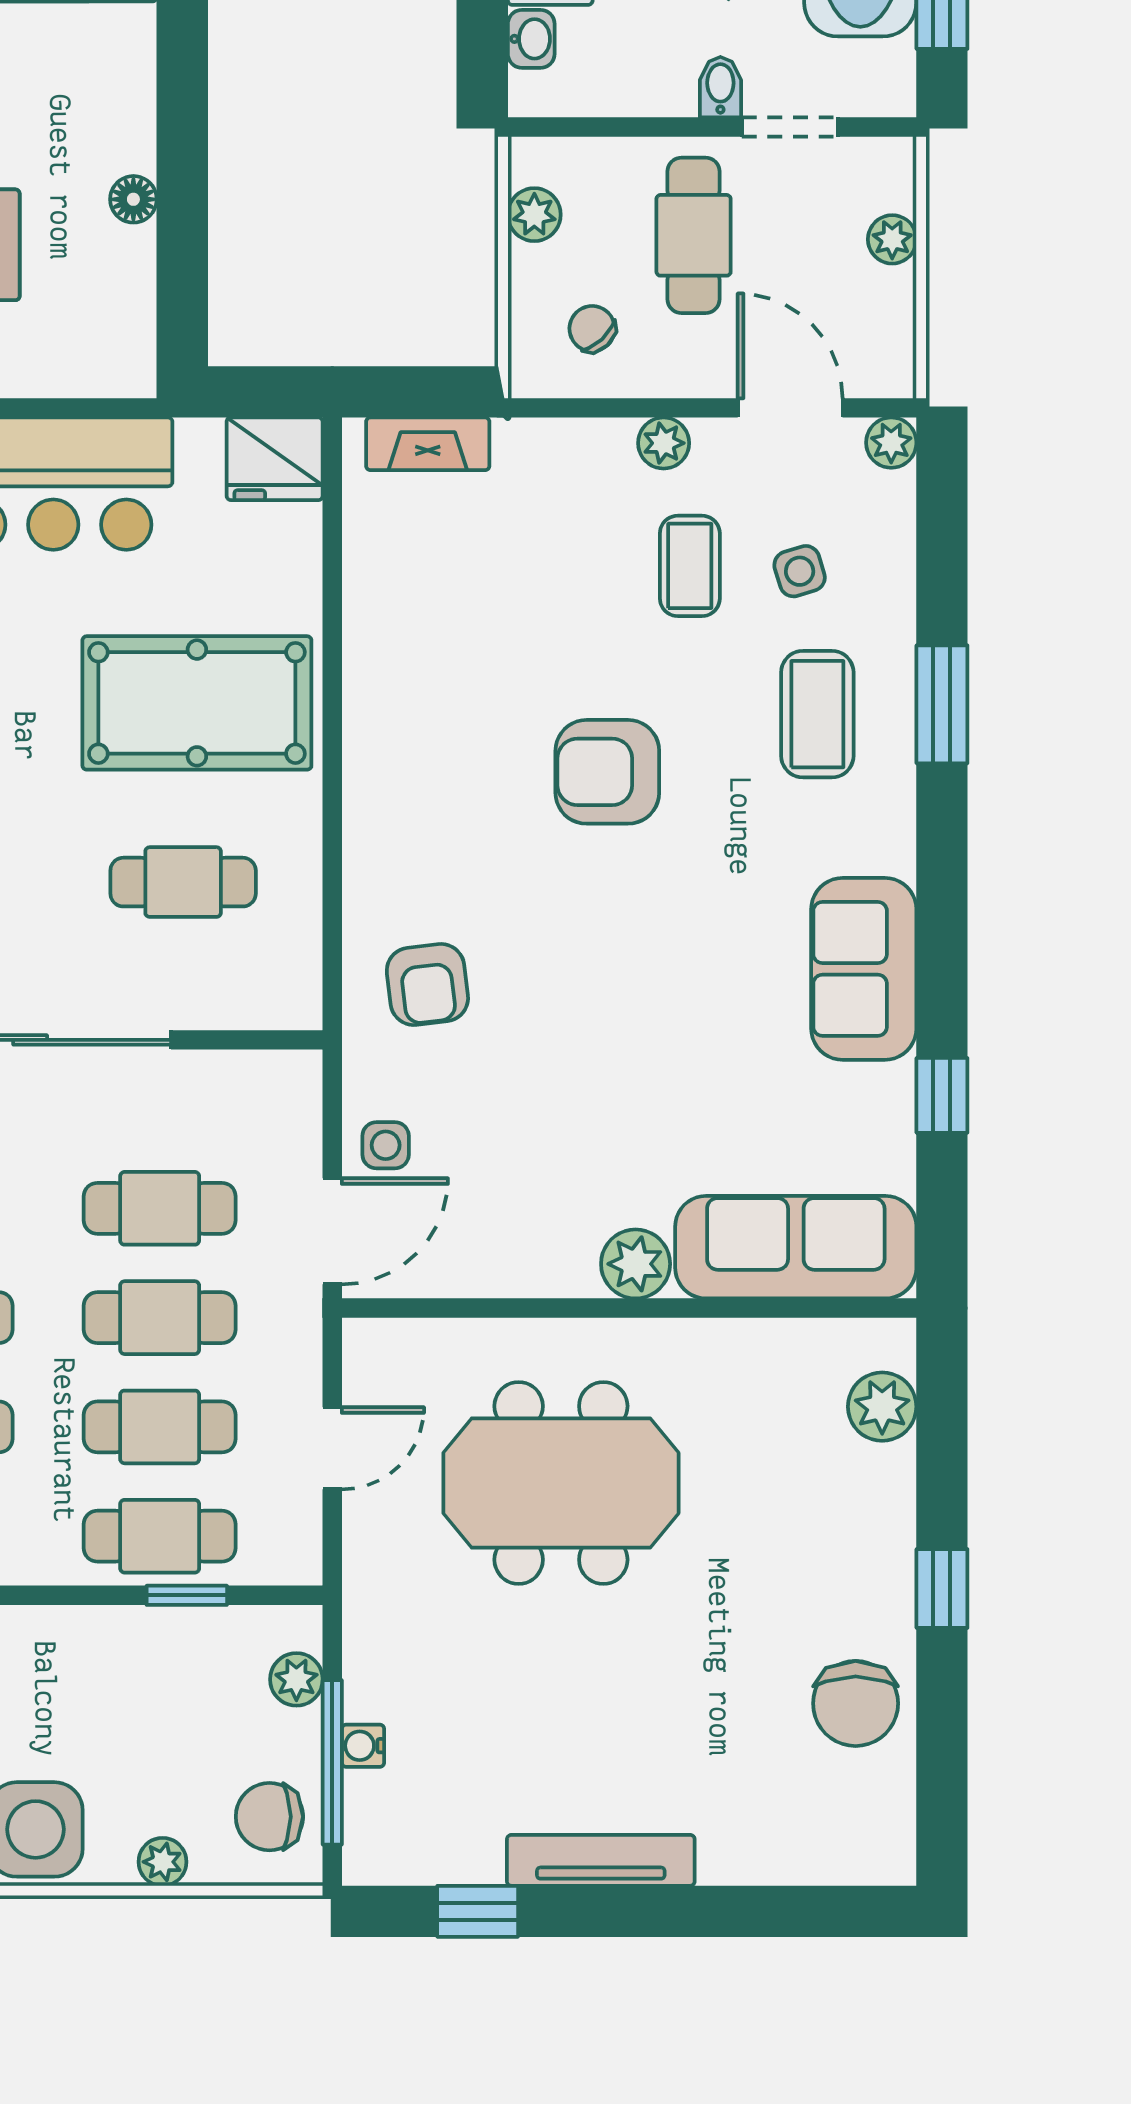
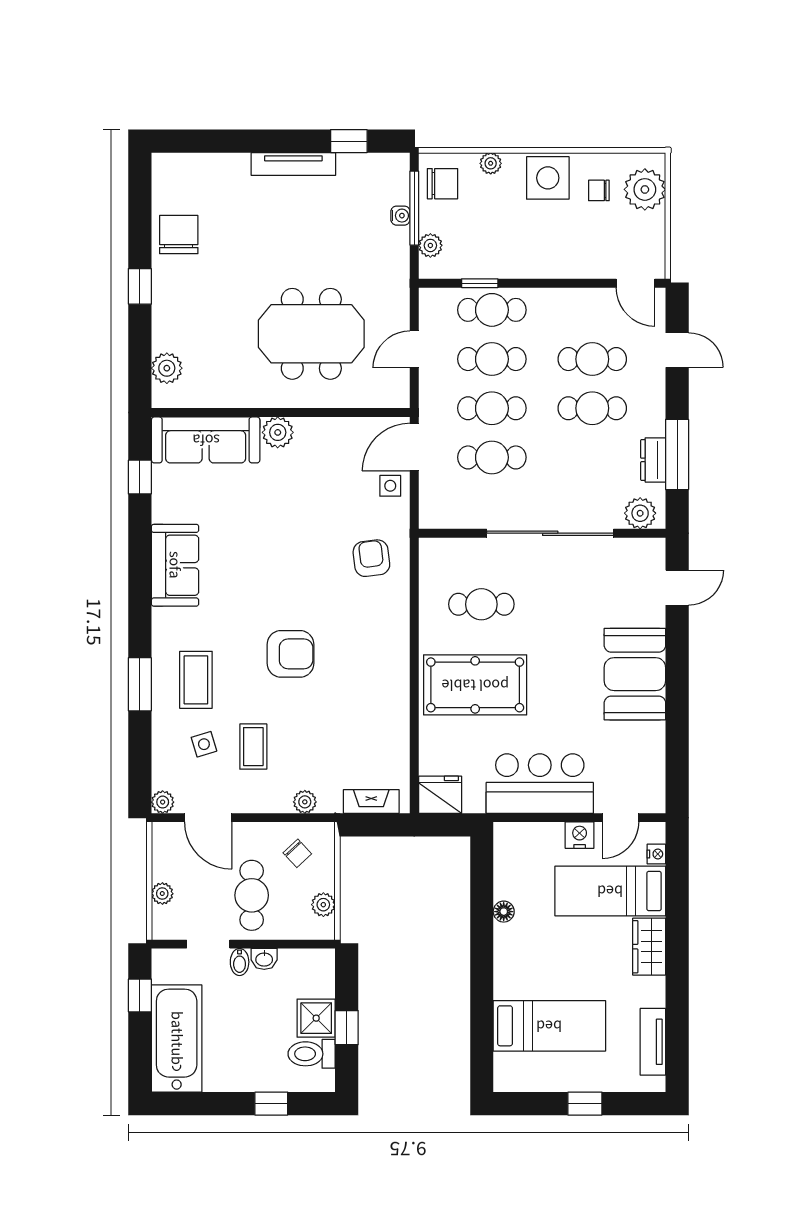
washbasin: (531, 39) -> (264, 959), moved, turned -90
plant: (664, 443) -> (305, 802), moved
window: (942, 1095) -> (140, 477), moved

